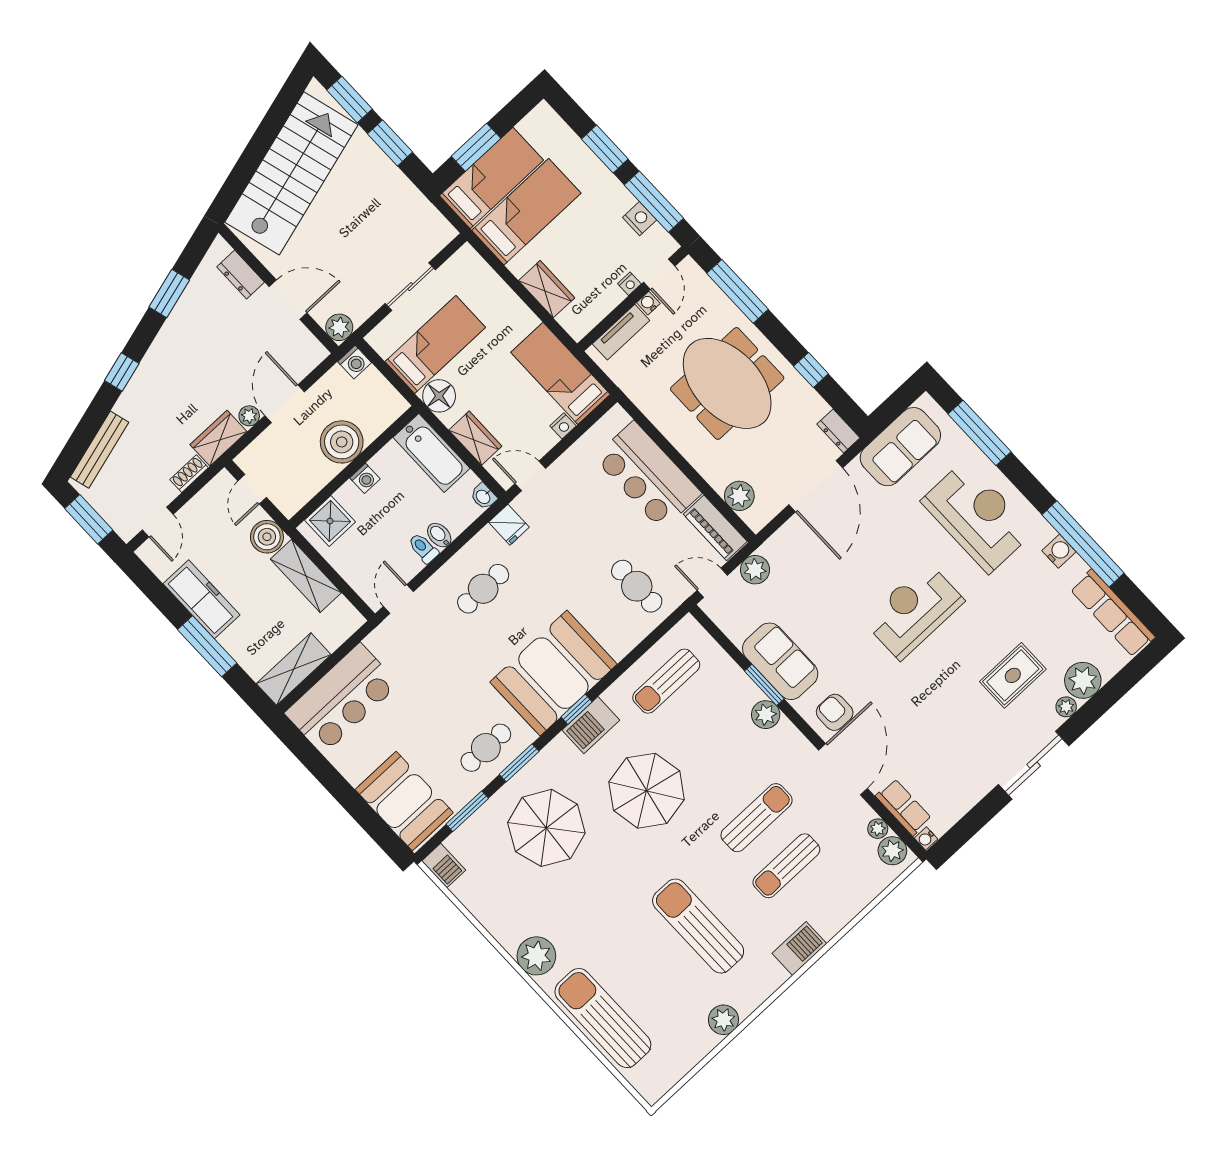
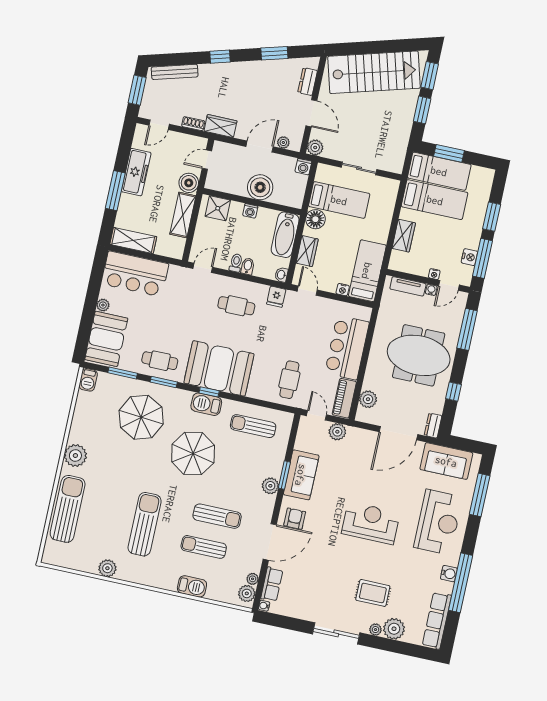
meeting table: (727, 383) -> (419, 355), turned 90
plant: (249, 416) -> (283, 142), moved
plant: (354, 773) -> (103, 305), added
barbecue: (799, 948) -> (192, 586), moved

